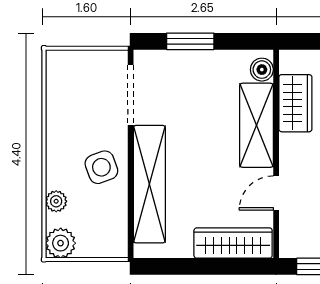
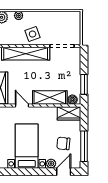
window: (190, 41) -> (84, 84), moved
wardrobe: (295, 103) -> (69, 113), moved

